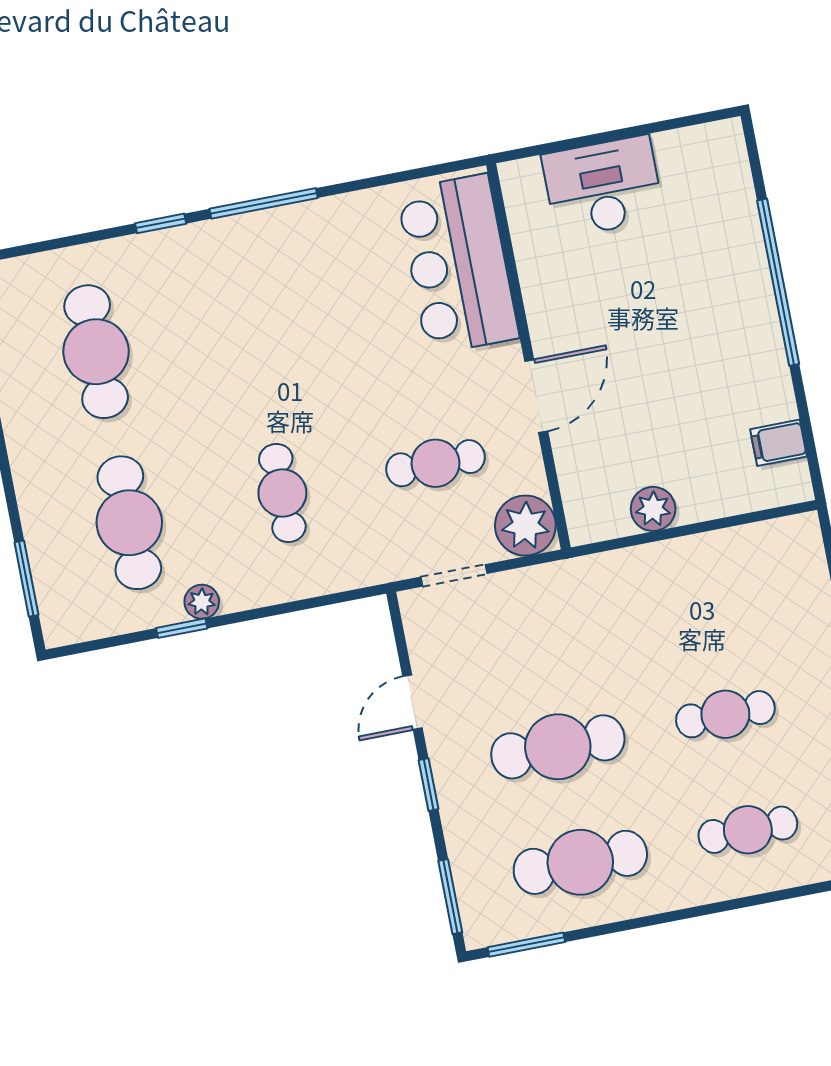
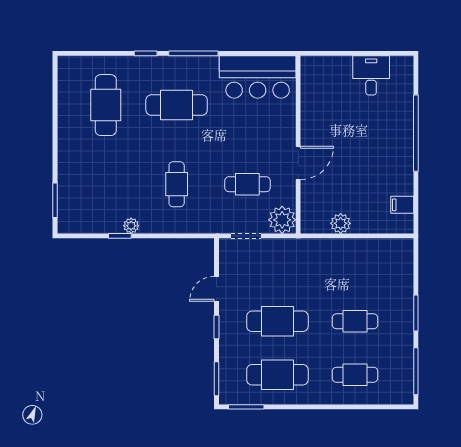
desk: (603, 187) -> (371, 75), moved, width x0.73
bar counter: (458, 264) -> (258, 77), moved, turned -90
cafe table: (129, 523) -> (177, 105), moved, turned 90

